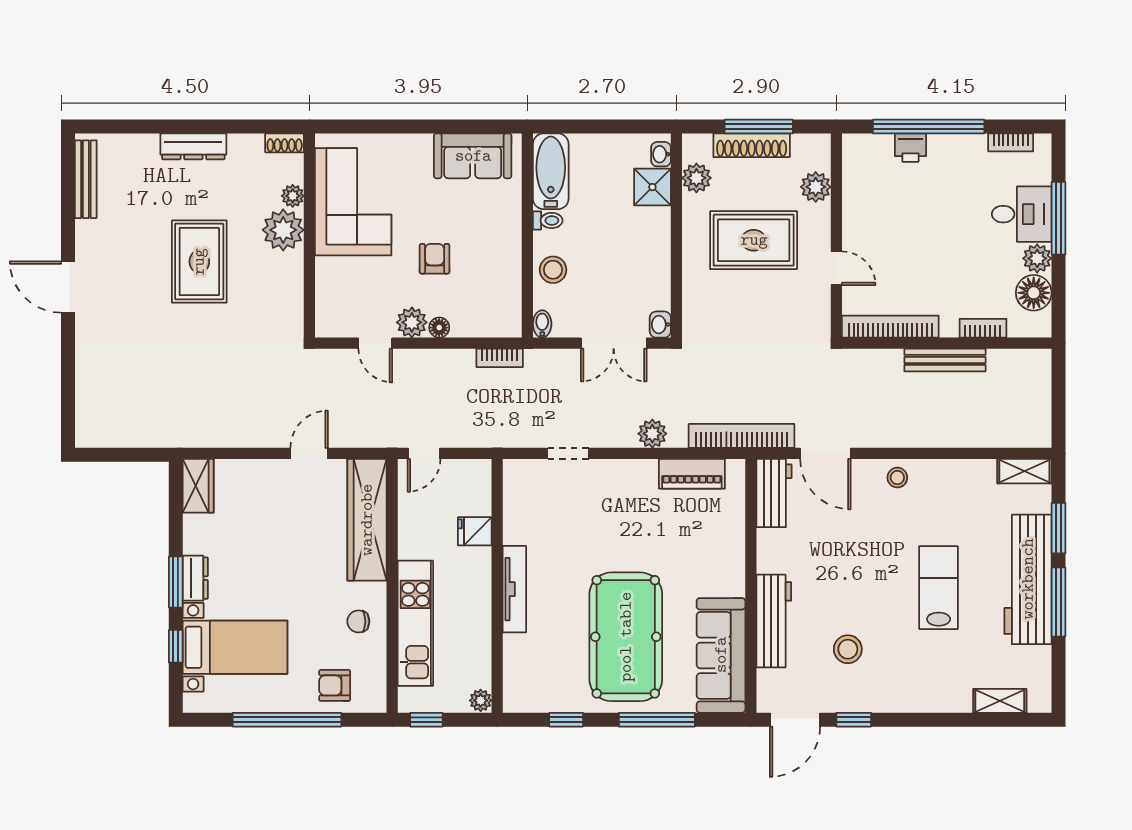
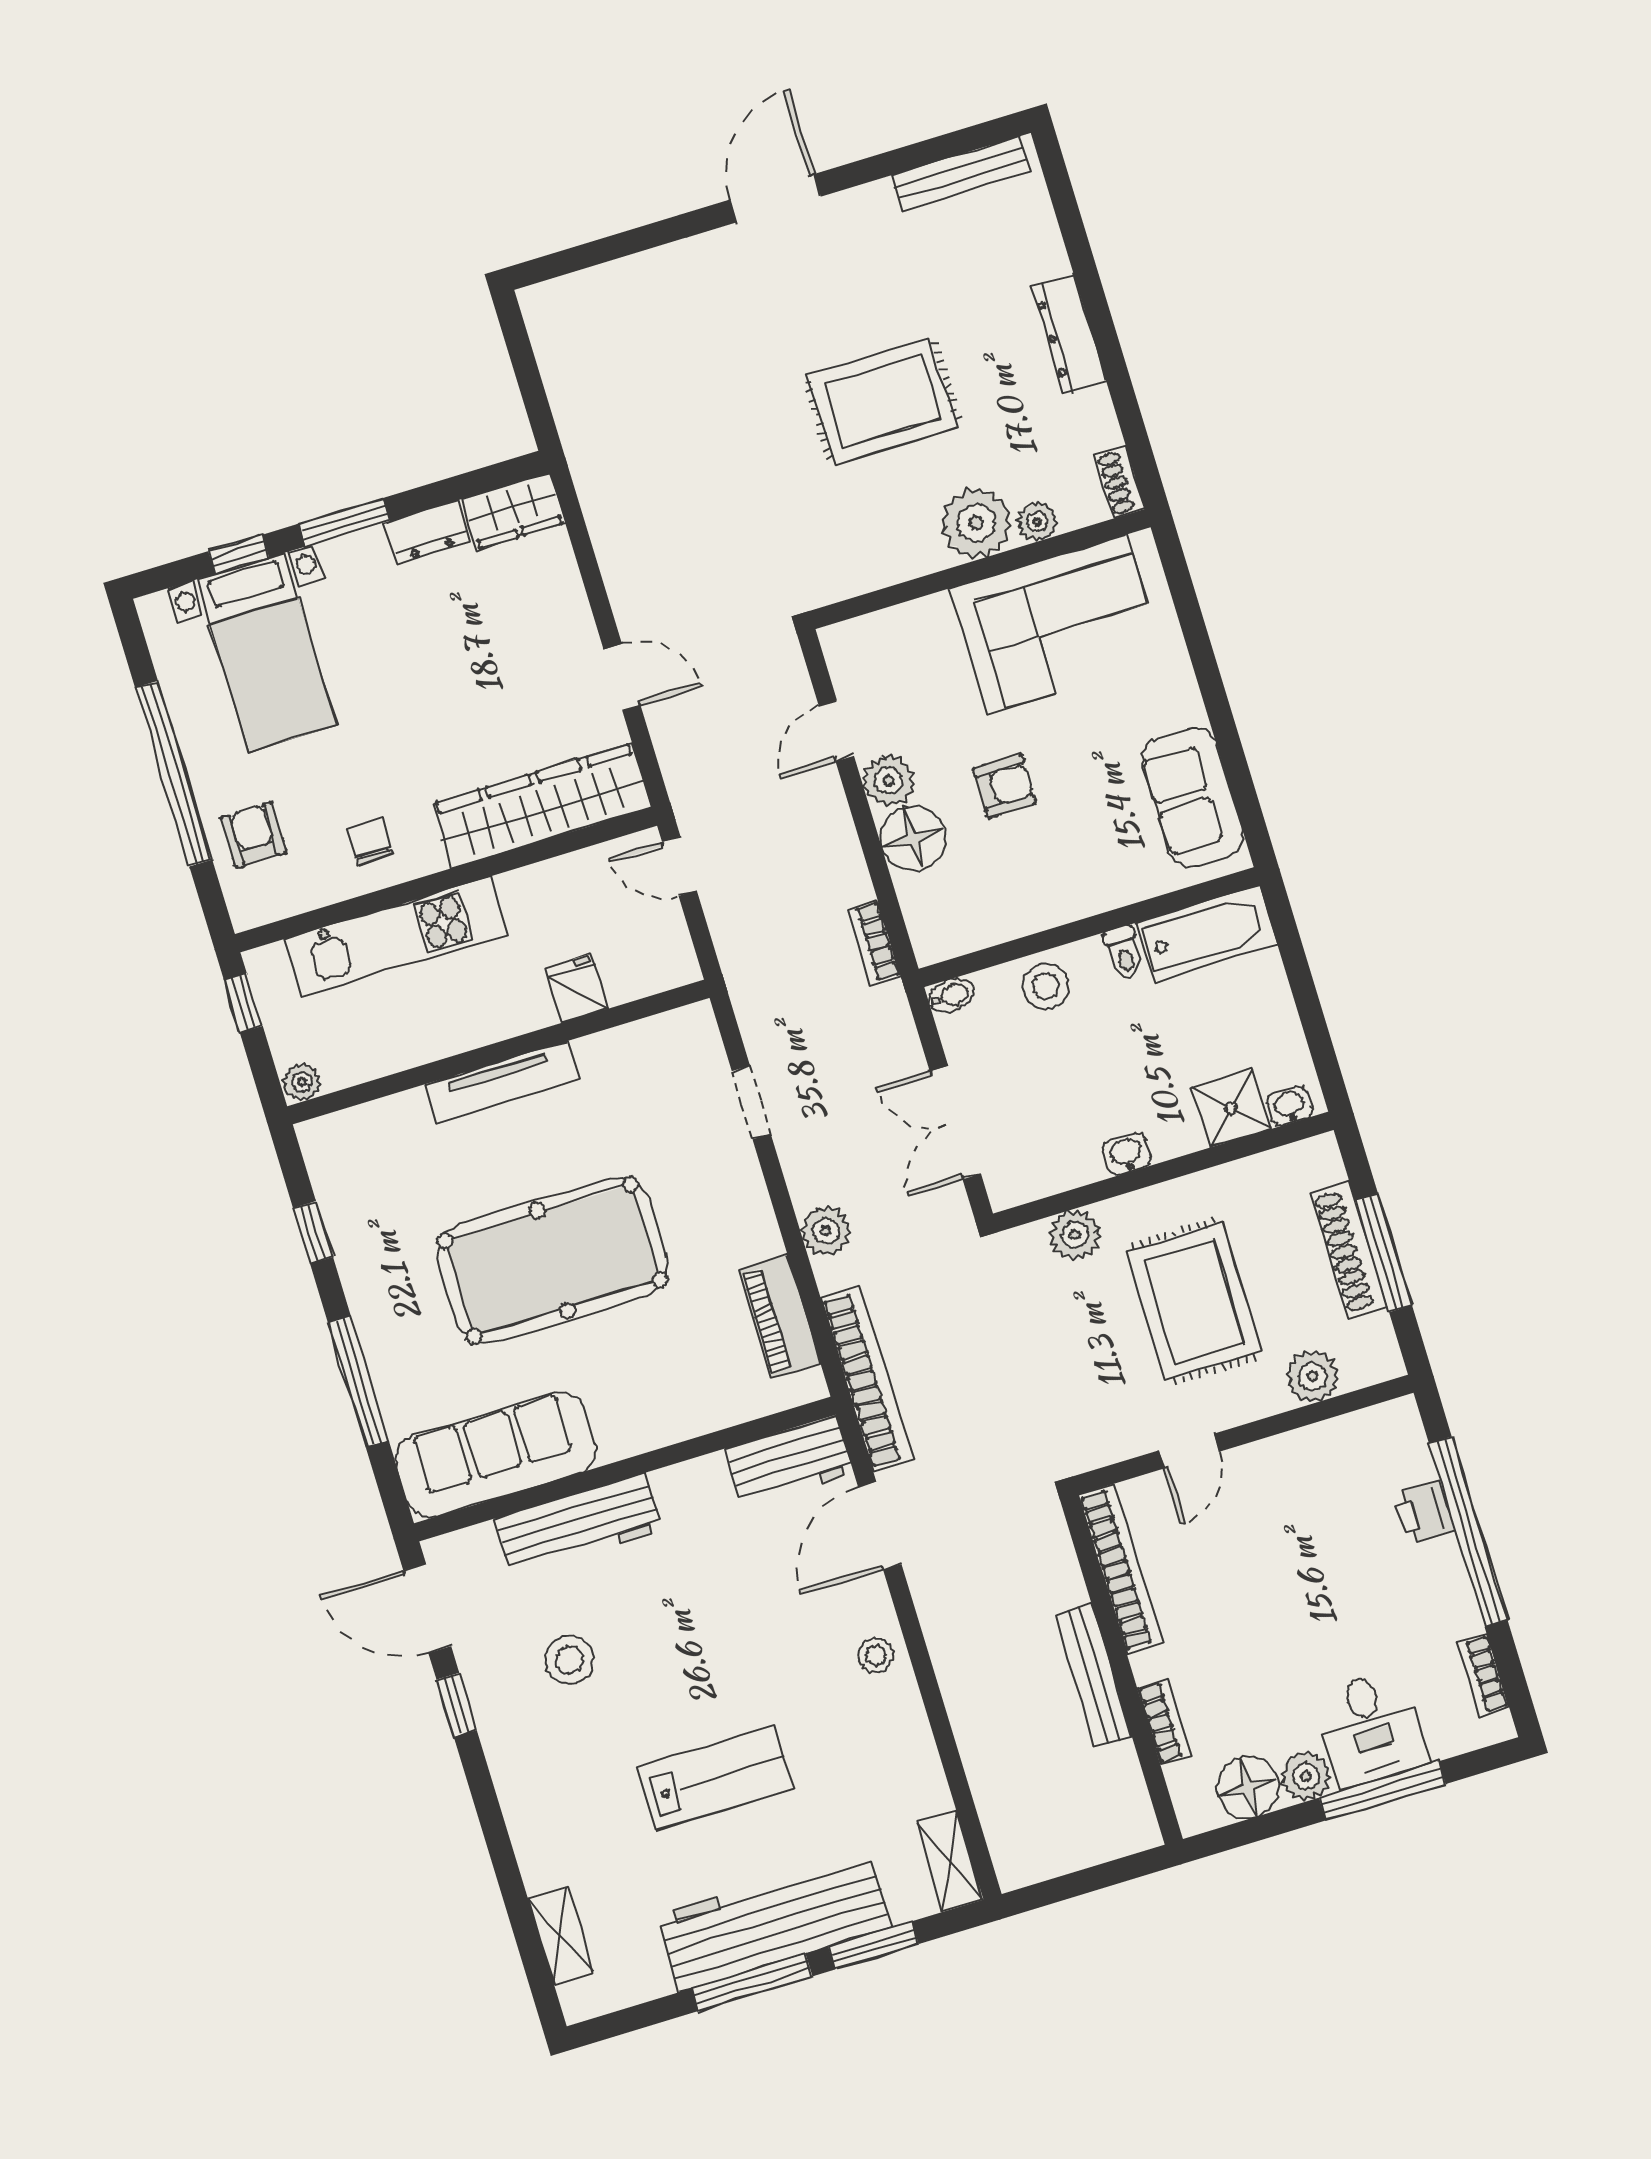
plant: (696, 178) -> (1075, 1235), moved
washbasin: (660, 325) -> (1127, 1154), moved
floor lamp: (439, 328) -> (913, 838), width x1.89, depth x1.89
dresser: (195, 578) -> (427, 532), moved
pool table: (626, 637) -> (553, 1260), moved

